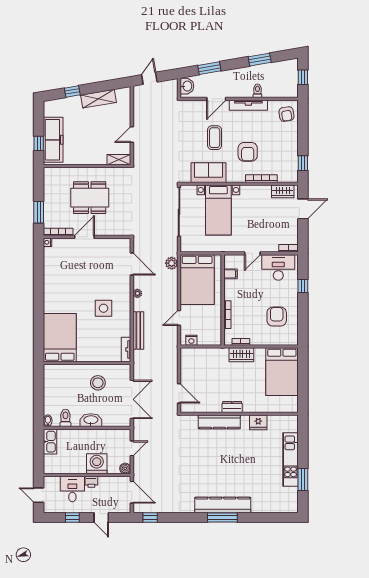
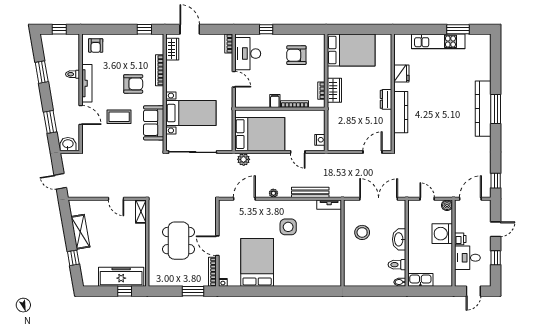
armchair: (286, 114) -> (96, 45), turned 99
filing cabinet: (230, 274) -> (275, 101), moved
bed: (60, 338) -> (257, 262), moved, turned 90

